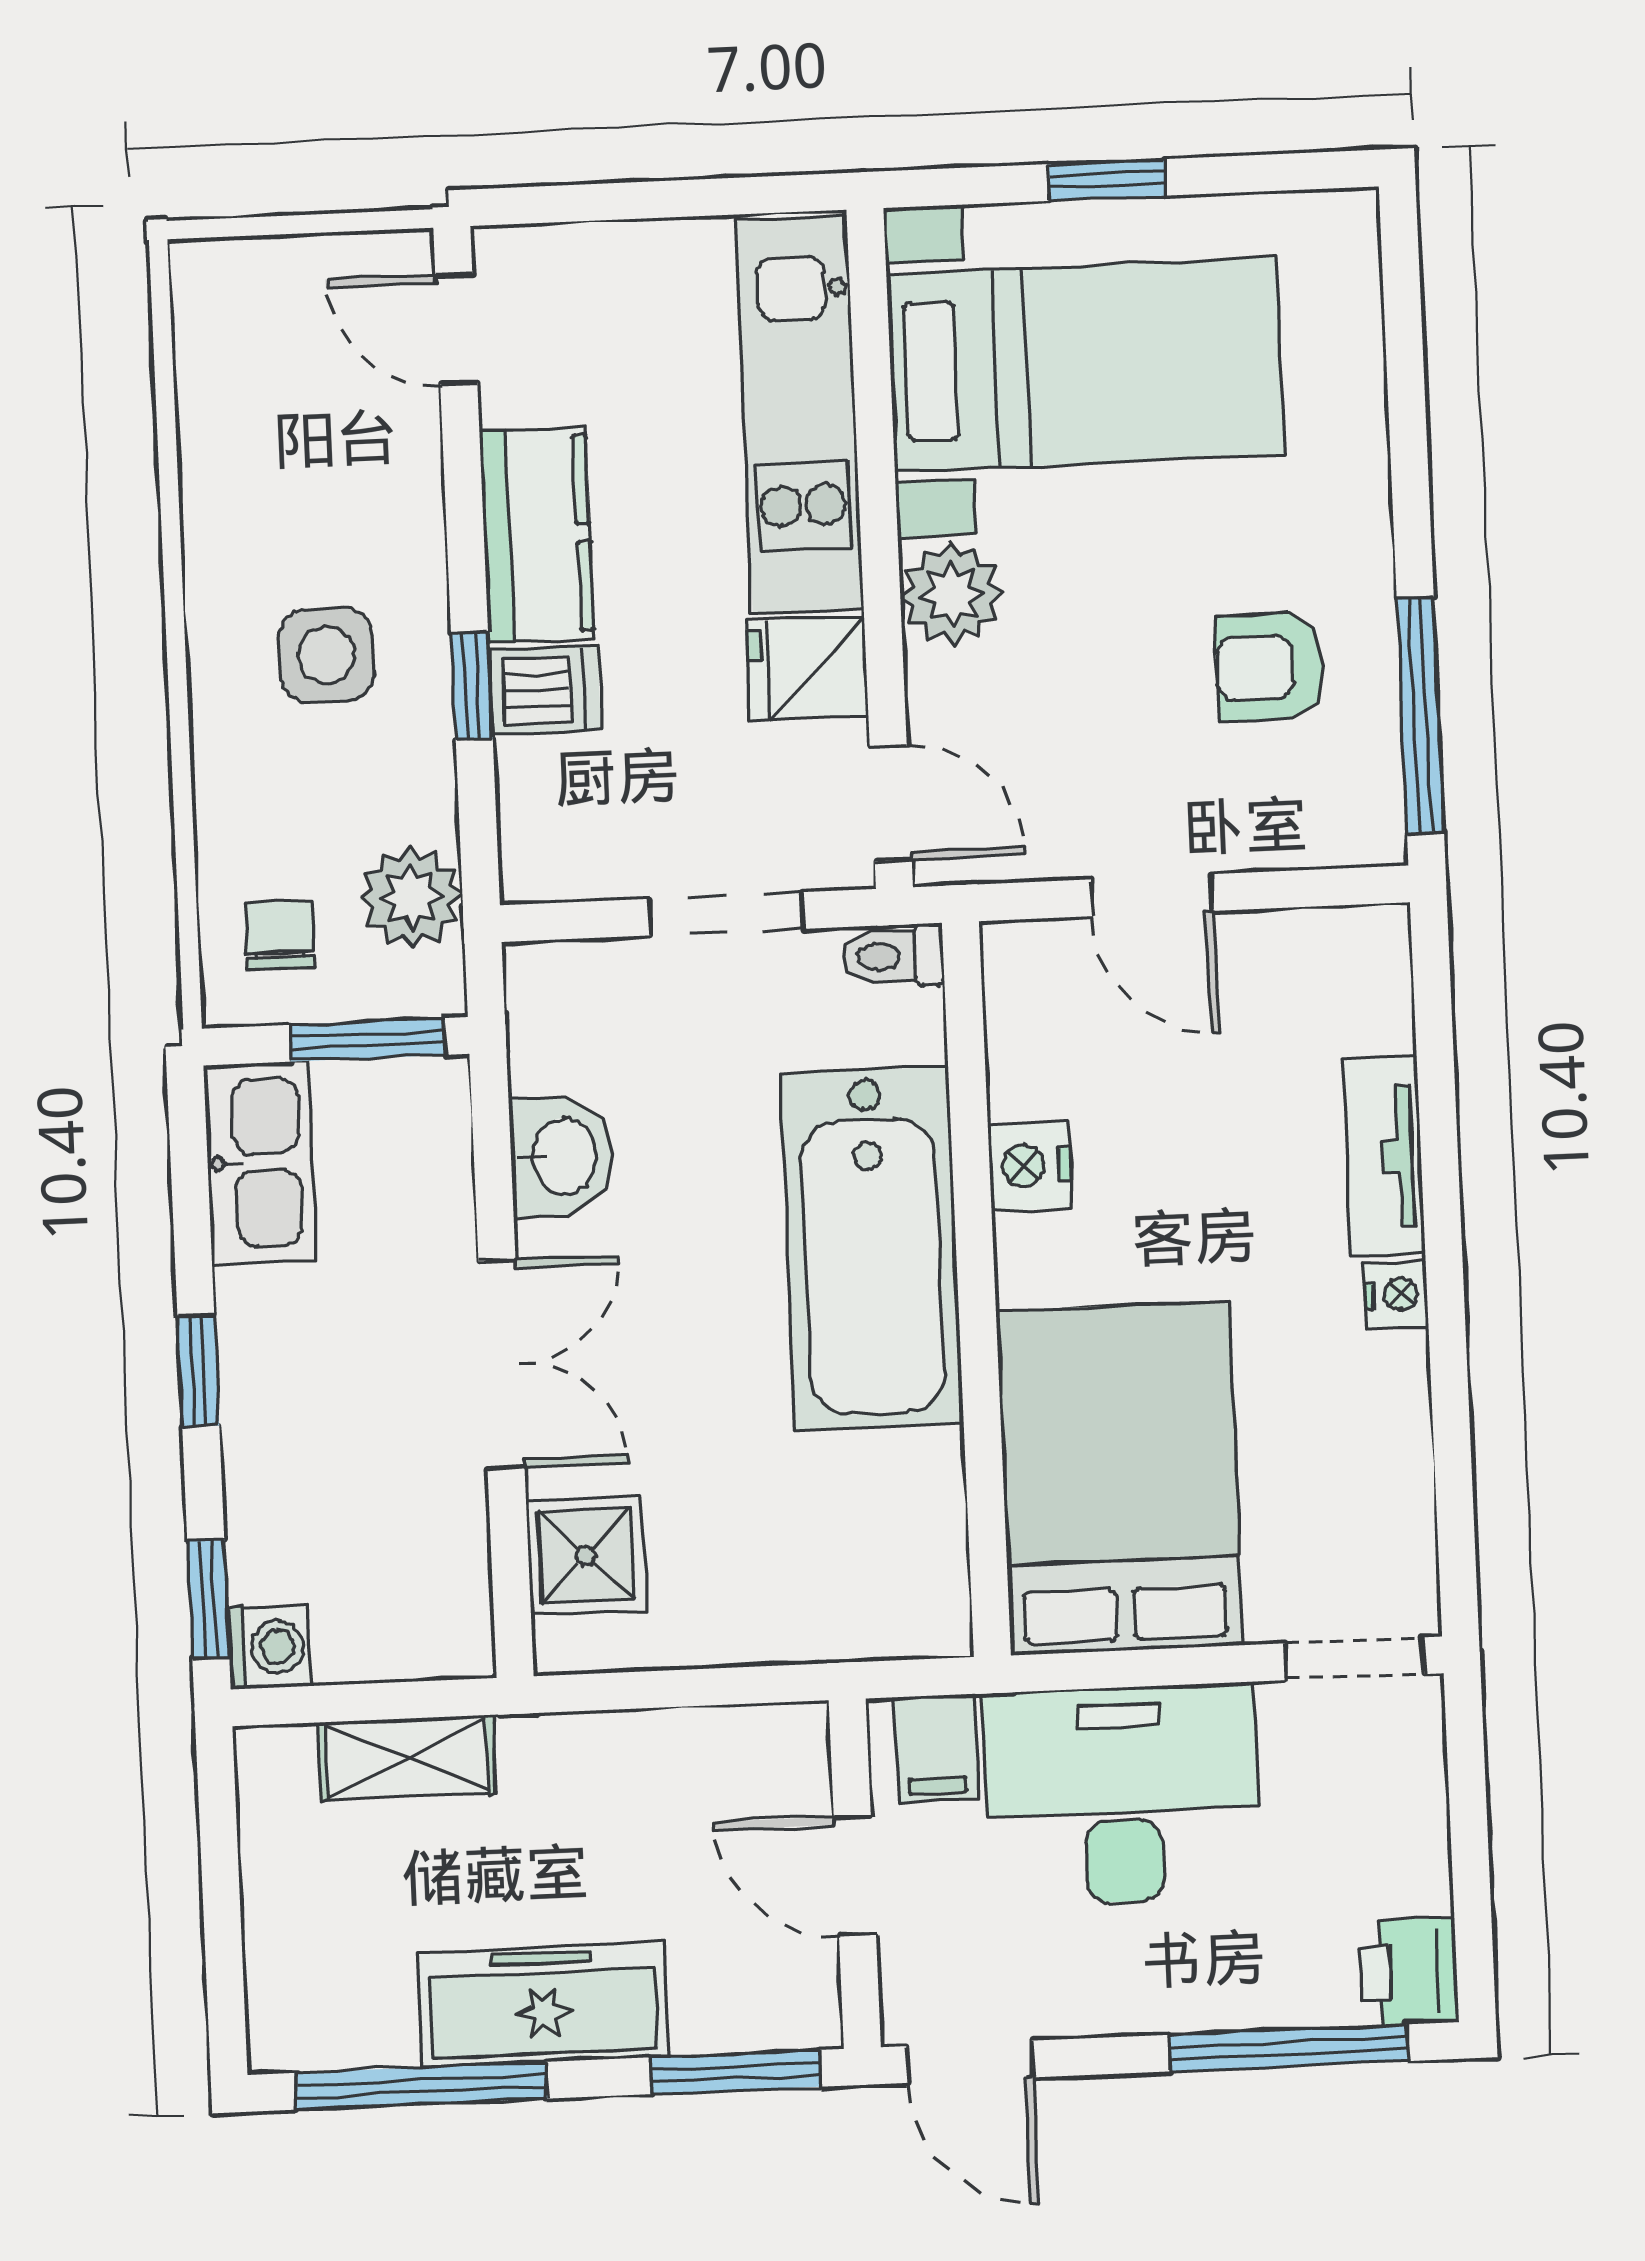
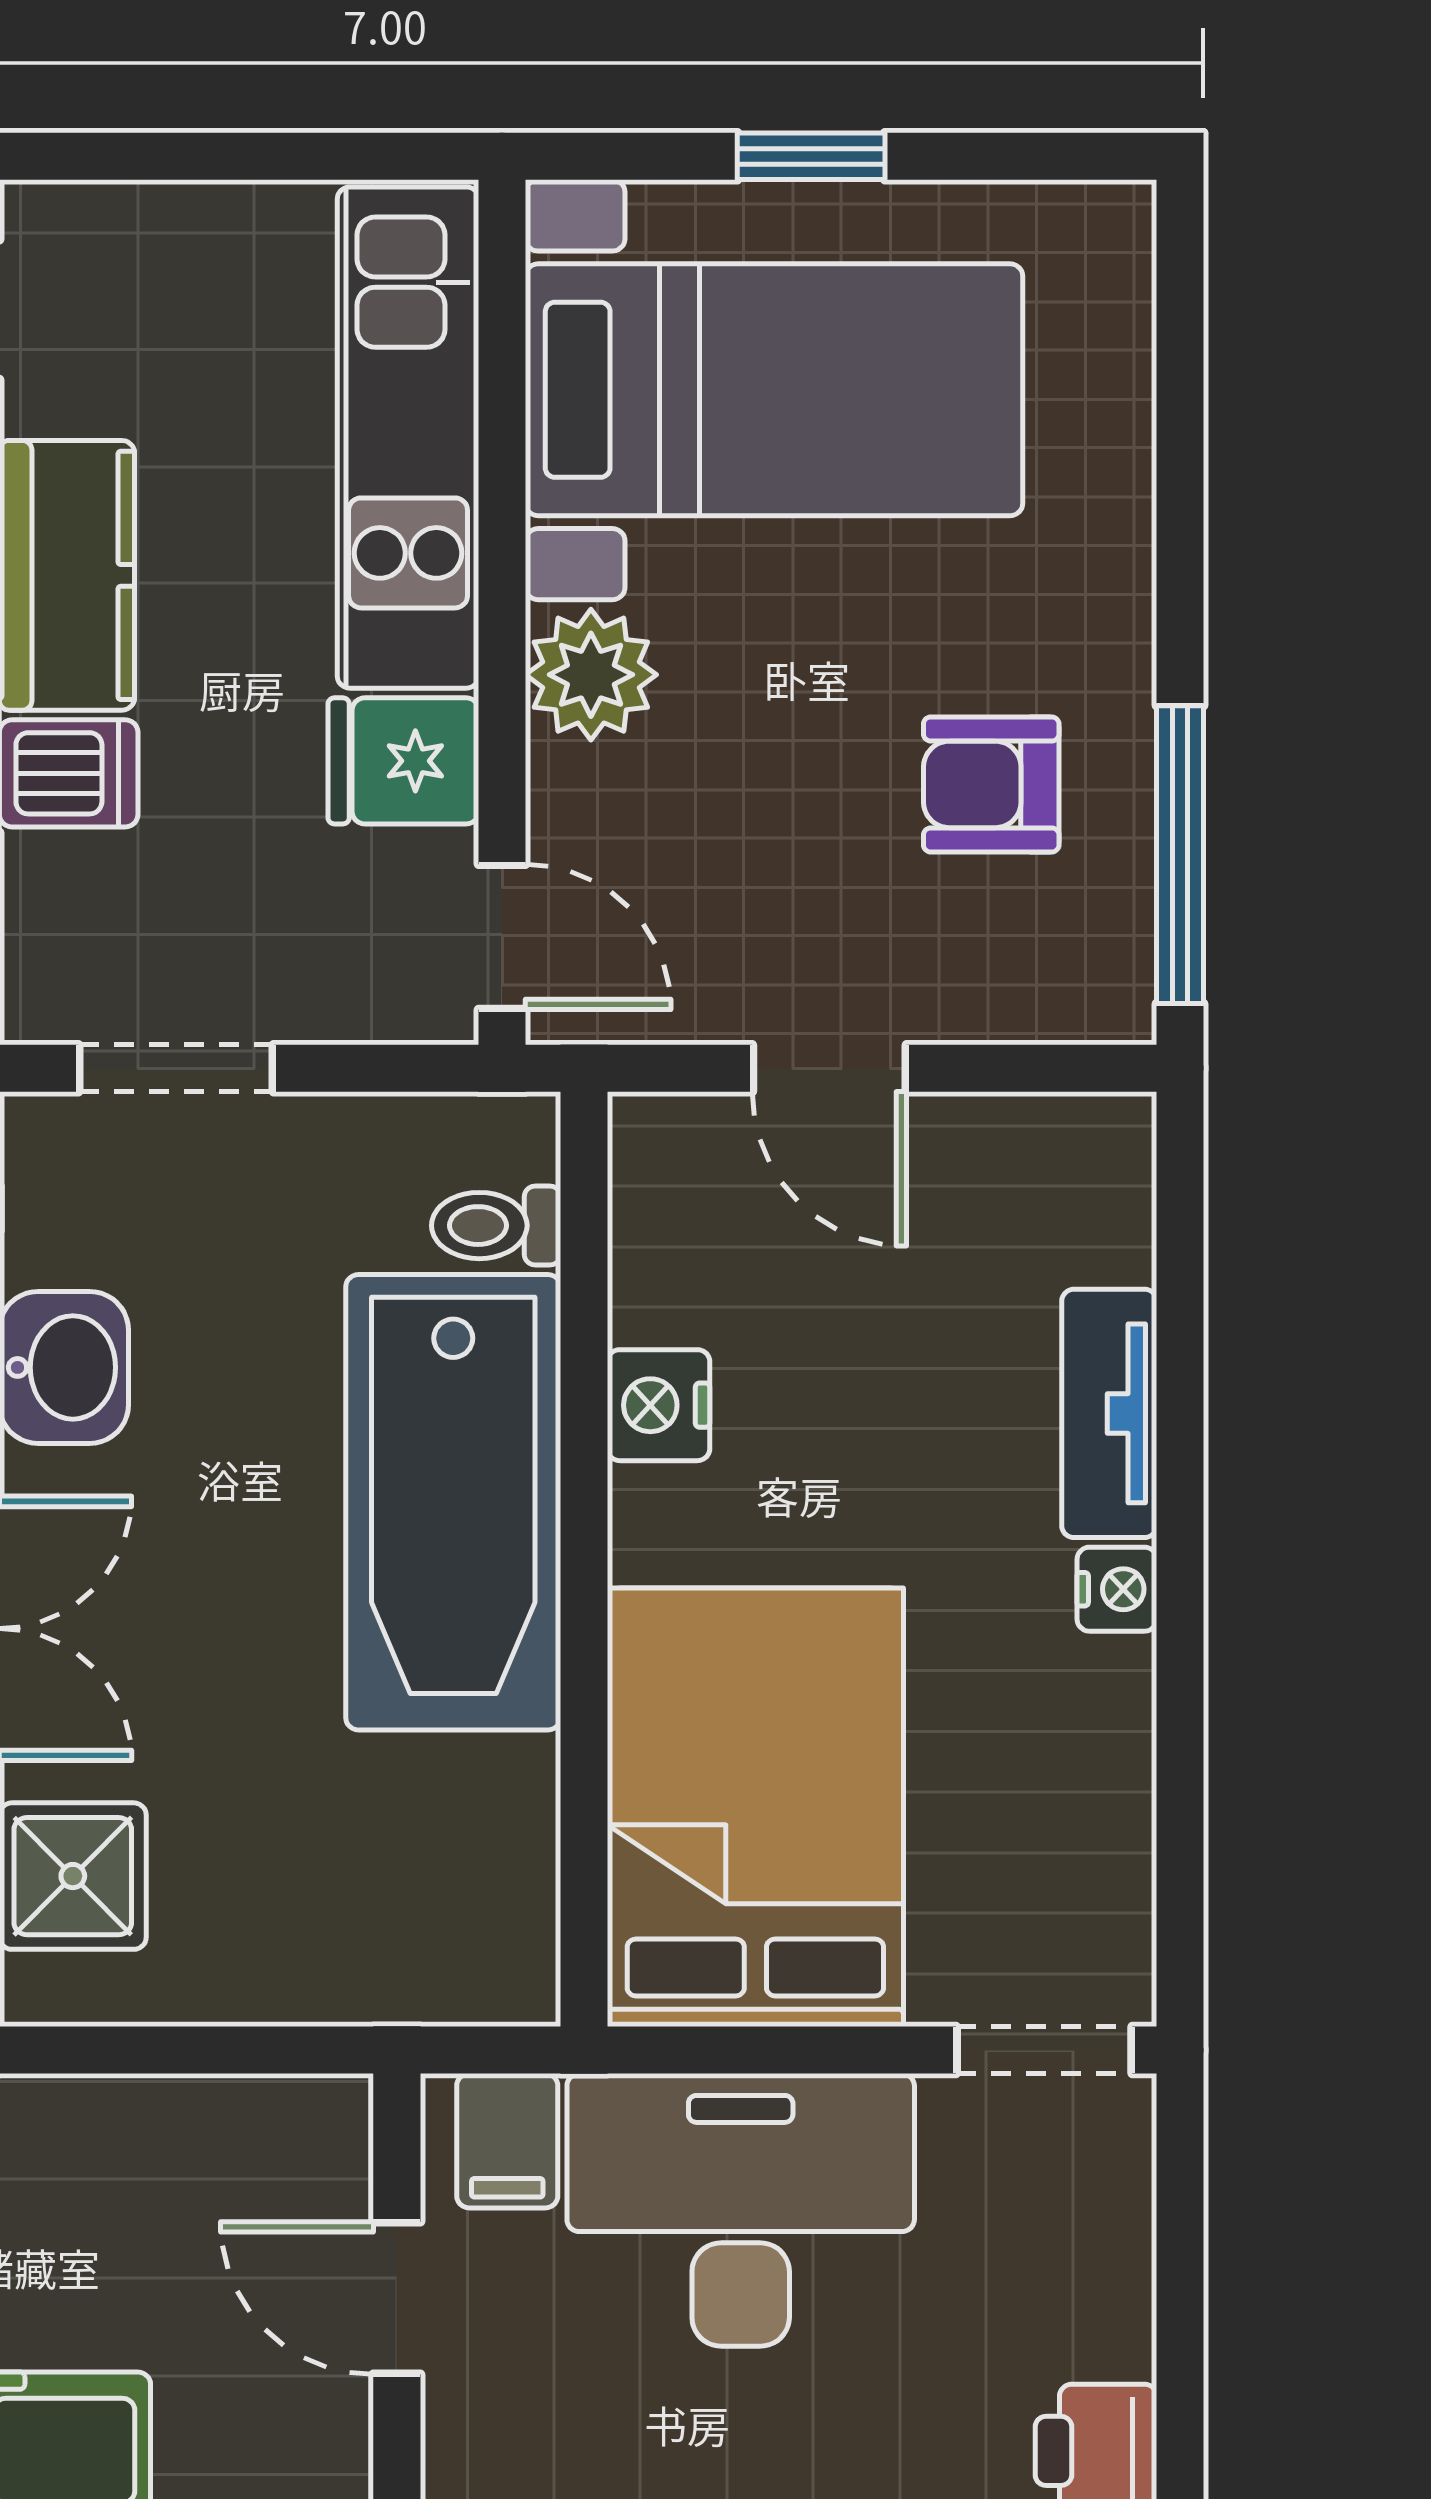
doorway: (727, 914) -> (176, 1068), moved
toilet: (893, 956) -> (496, 1226), moved

